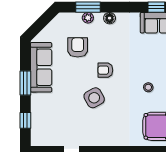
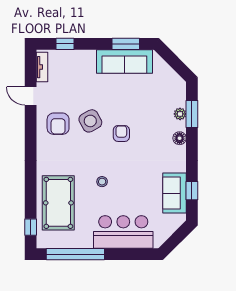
armchair: (78, 47) -> (58, 124), moved, turned 90
window: (25, 83) -> (126, 44), moved
tv unit: (46, 141) -> (42, 67), added

